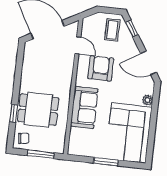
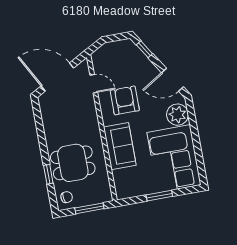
coffee table: (112, 30) -> (125, 57), removed
plant: (148, 100) -> (177, 115), width x1.87, depth x1.87

